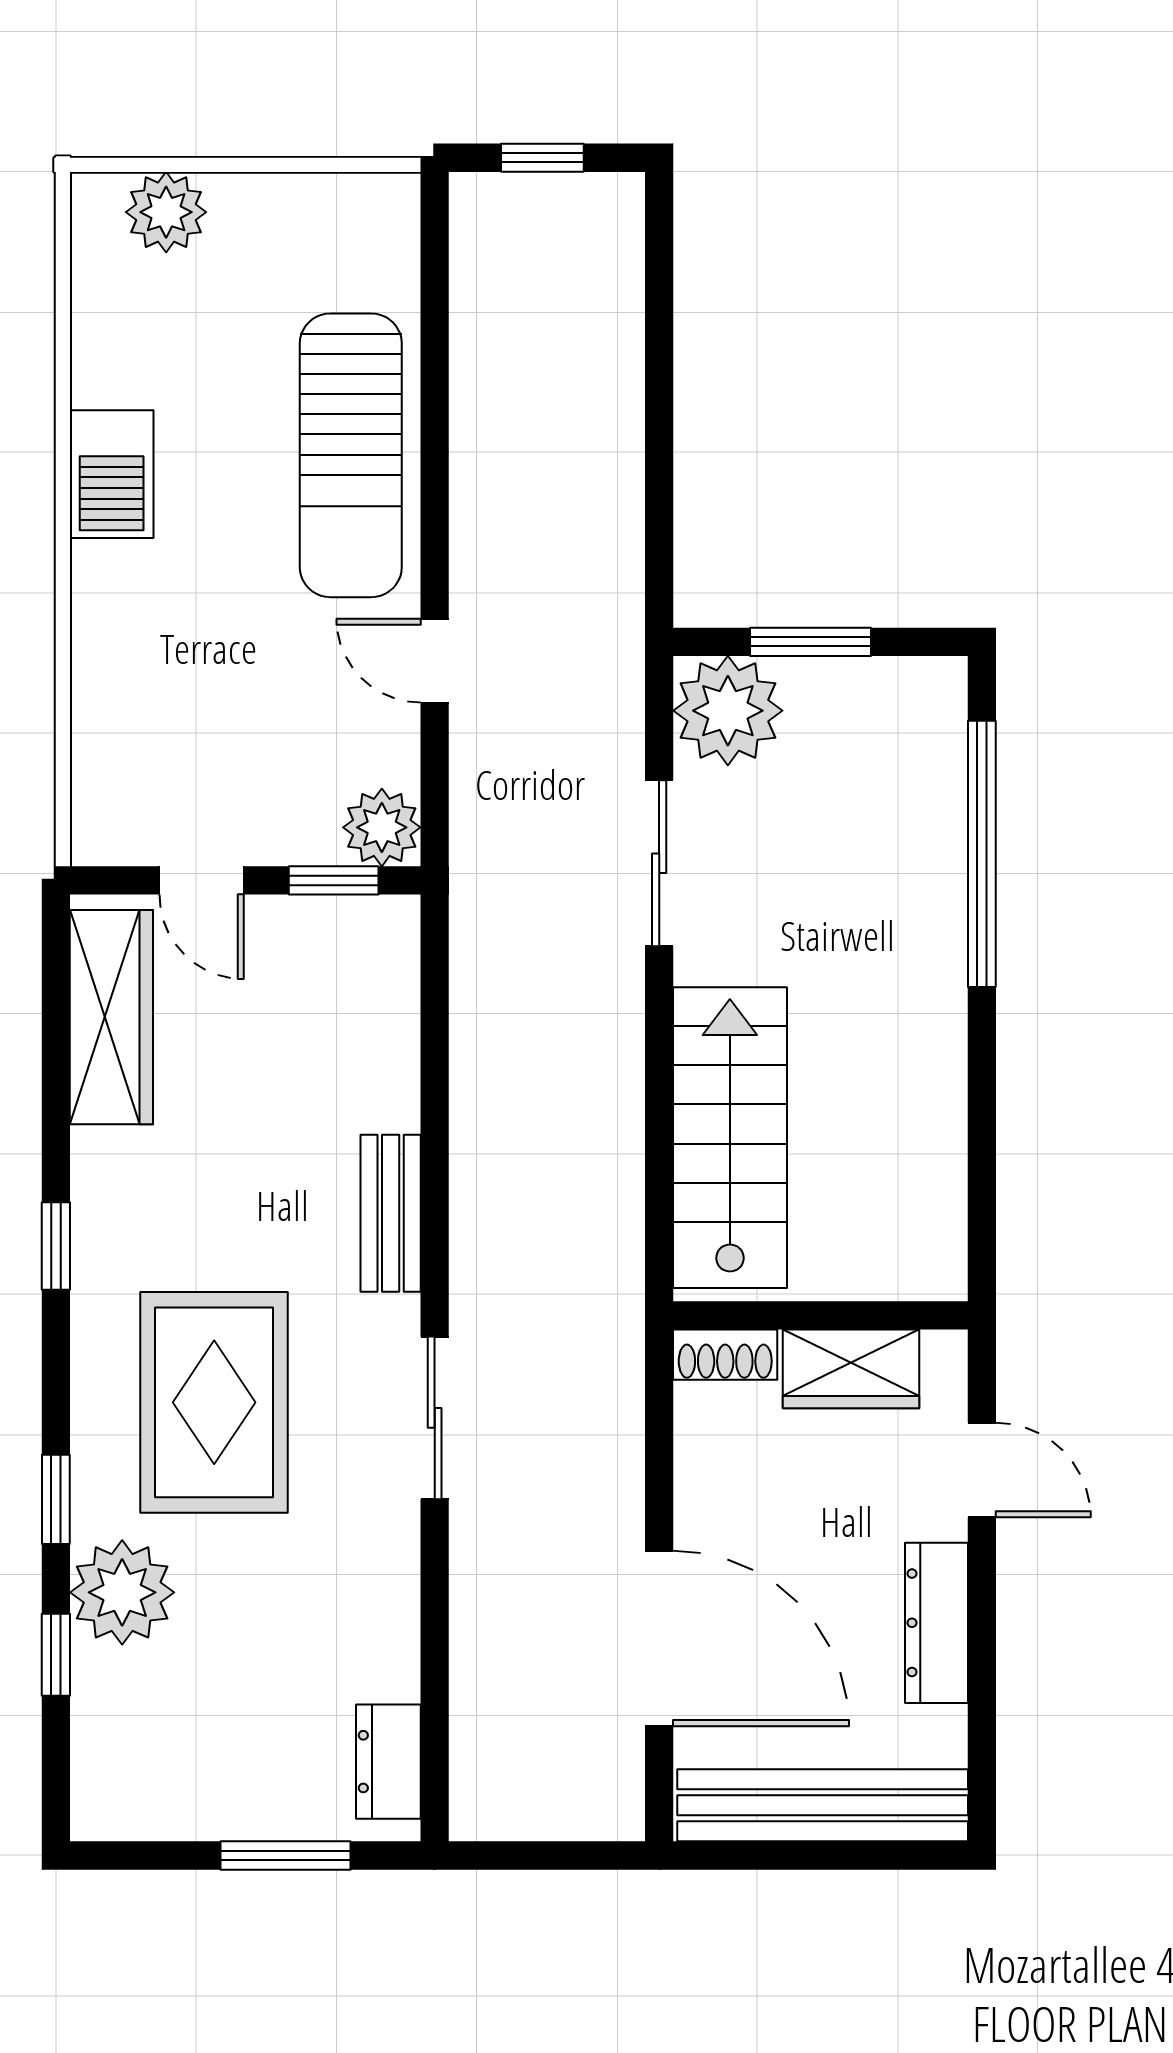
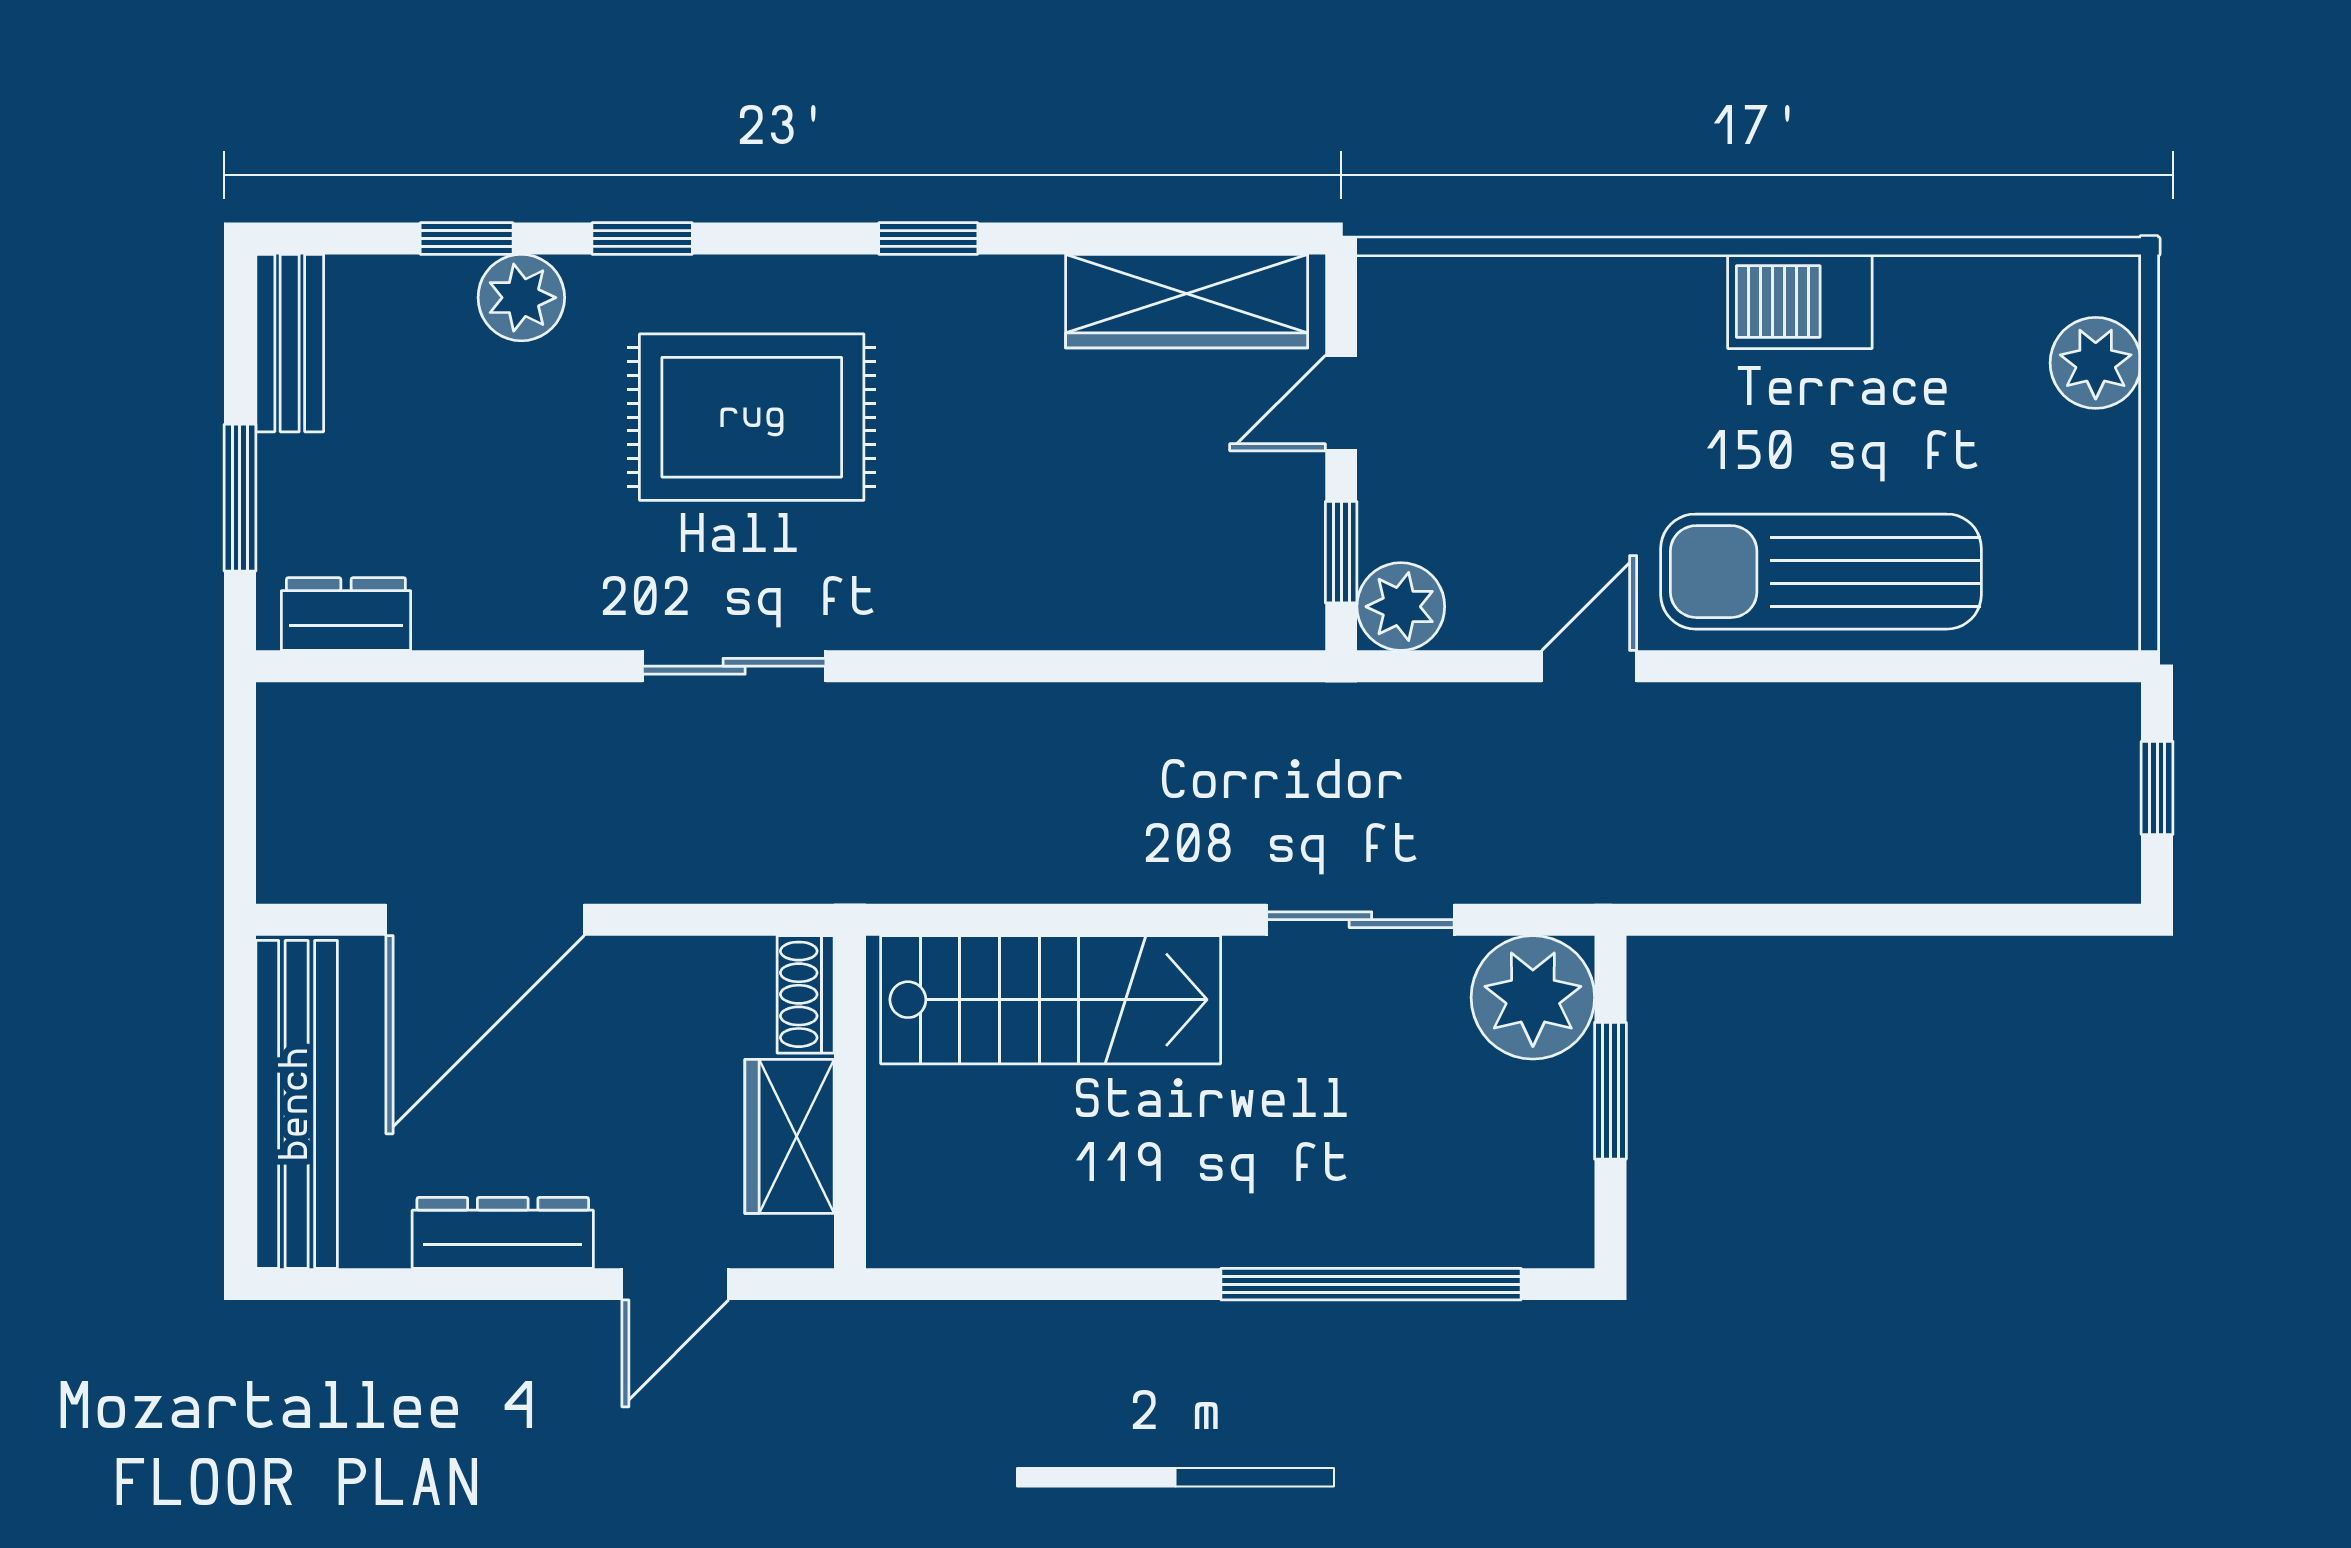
bench: (391, 1213) -> (290, 343), moved, turned 90
plant: (122, 1592) -> (521, 298), width x0.73, depth x0.73

